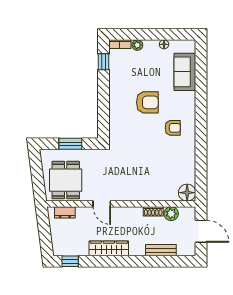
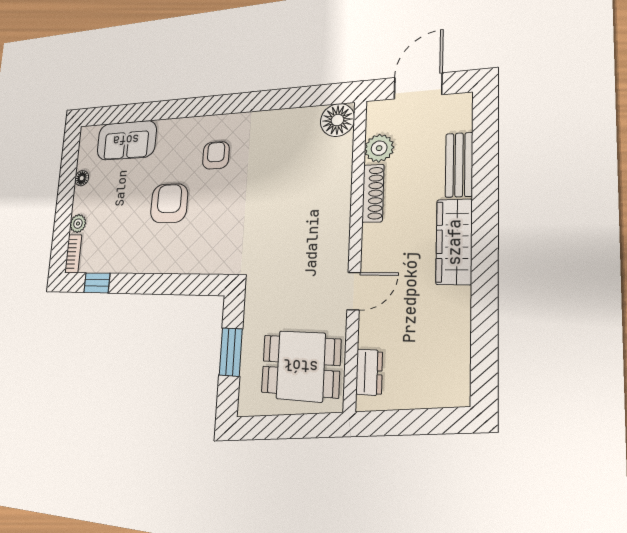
shoe rack: (153, 211) -> (373, 193), width x1.43
wardrobe: (109, 248) -> (454, 242), moved
window: (70, 261) -> (484, 367), removed

